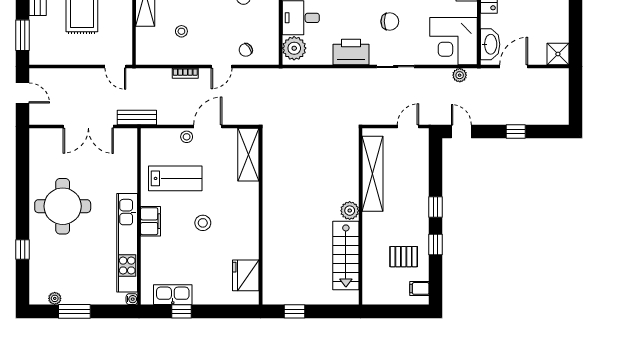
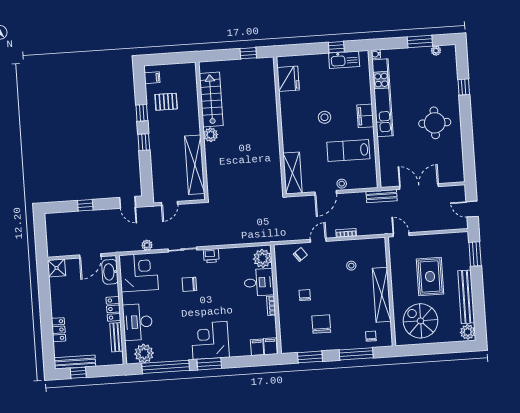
printer: (351, 52) -> (211, 256), width x0.53, depth x0.68
plant: (460, 75) -> (147, 245), moved
round table: (63, 206) -> (435, 123), width x0.73, depth x0.73

